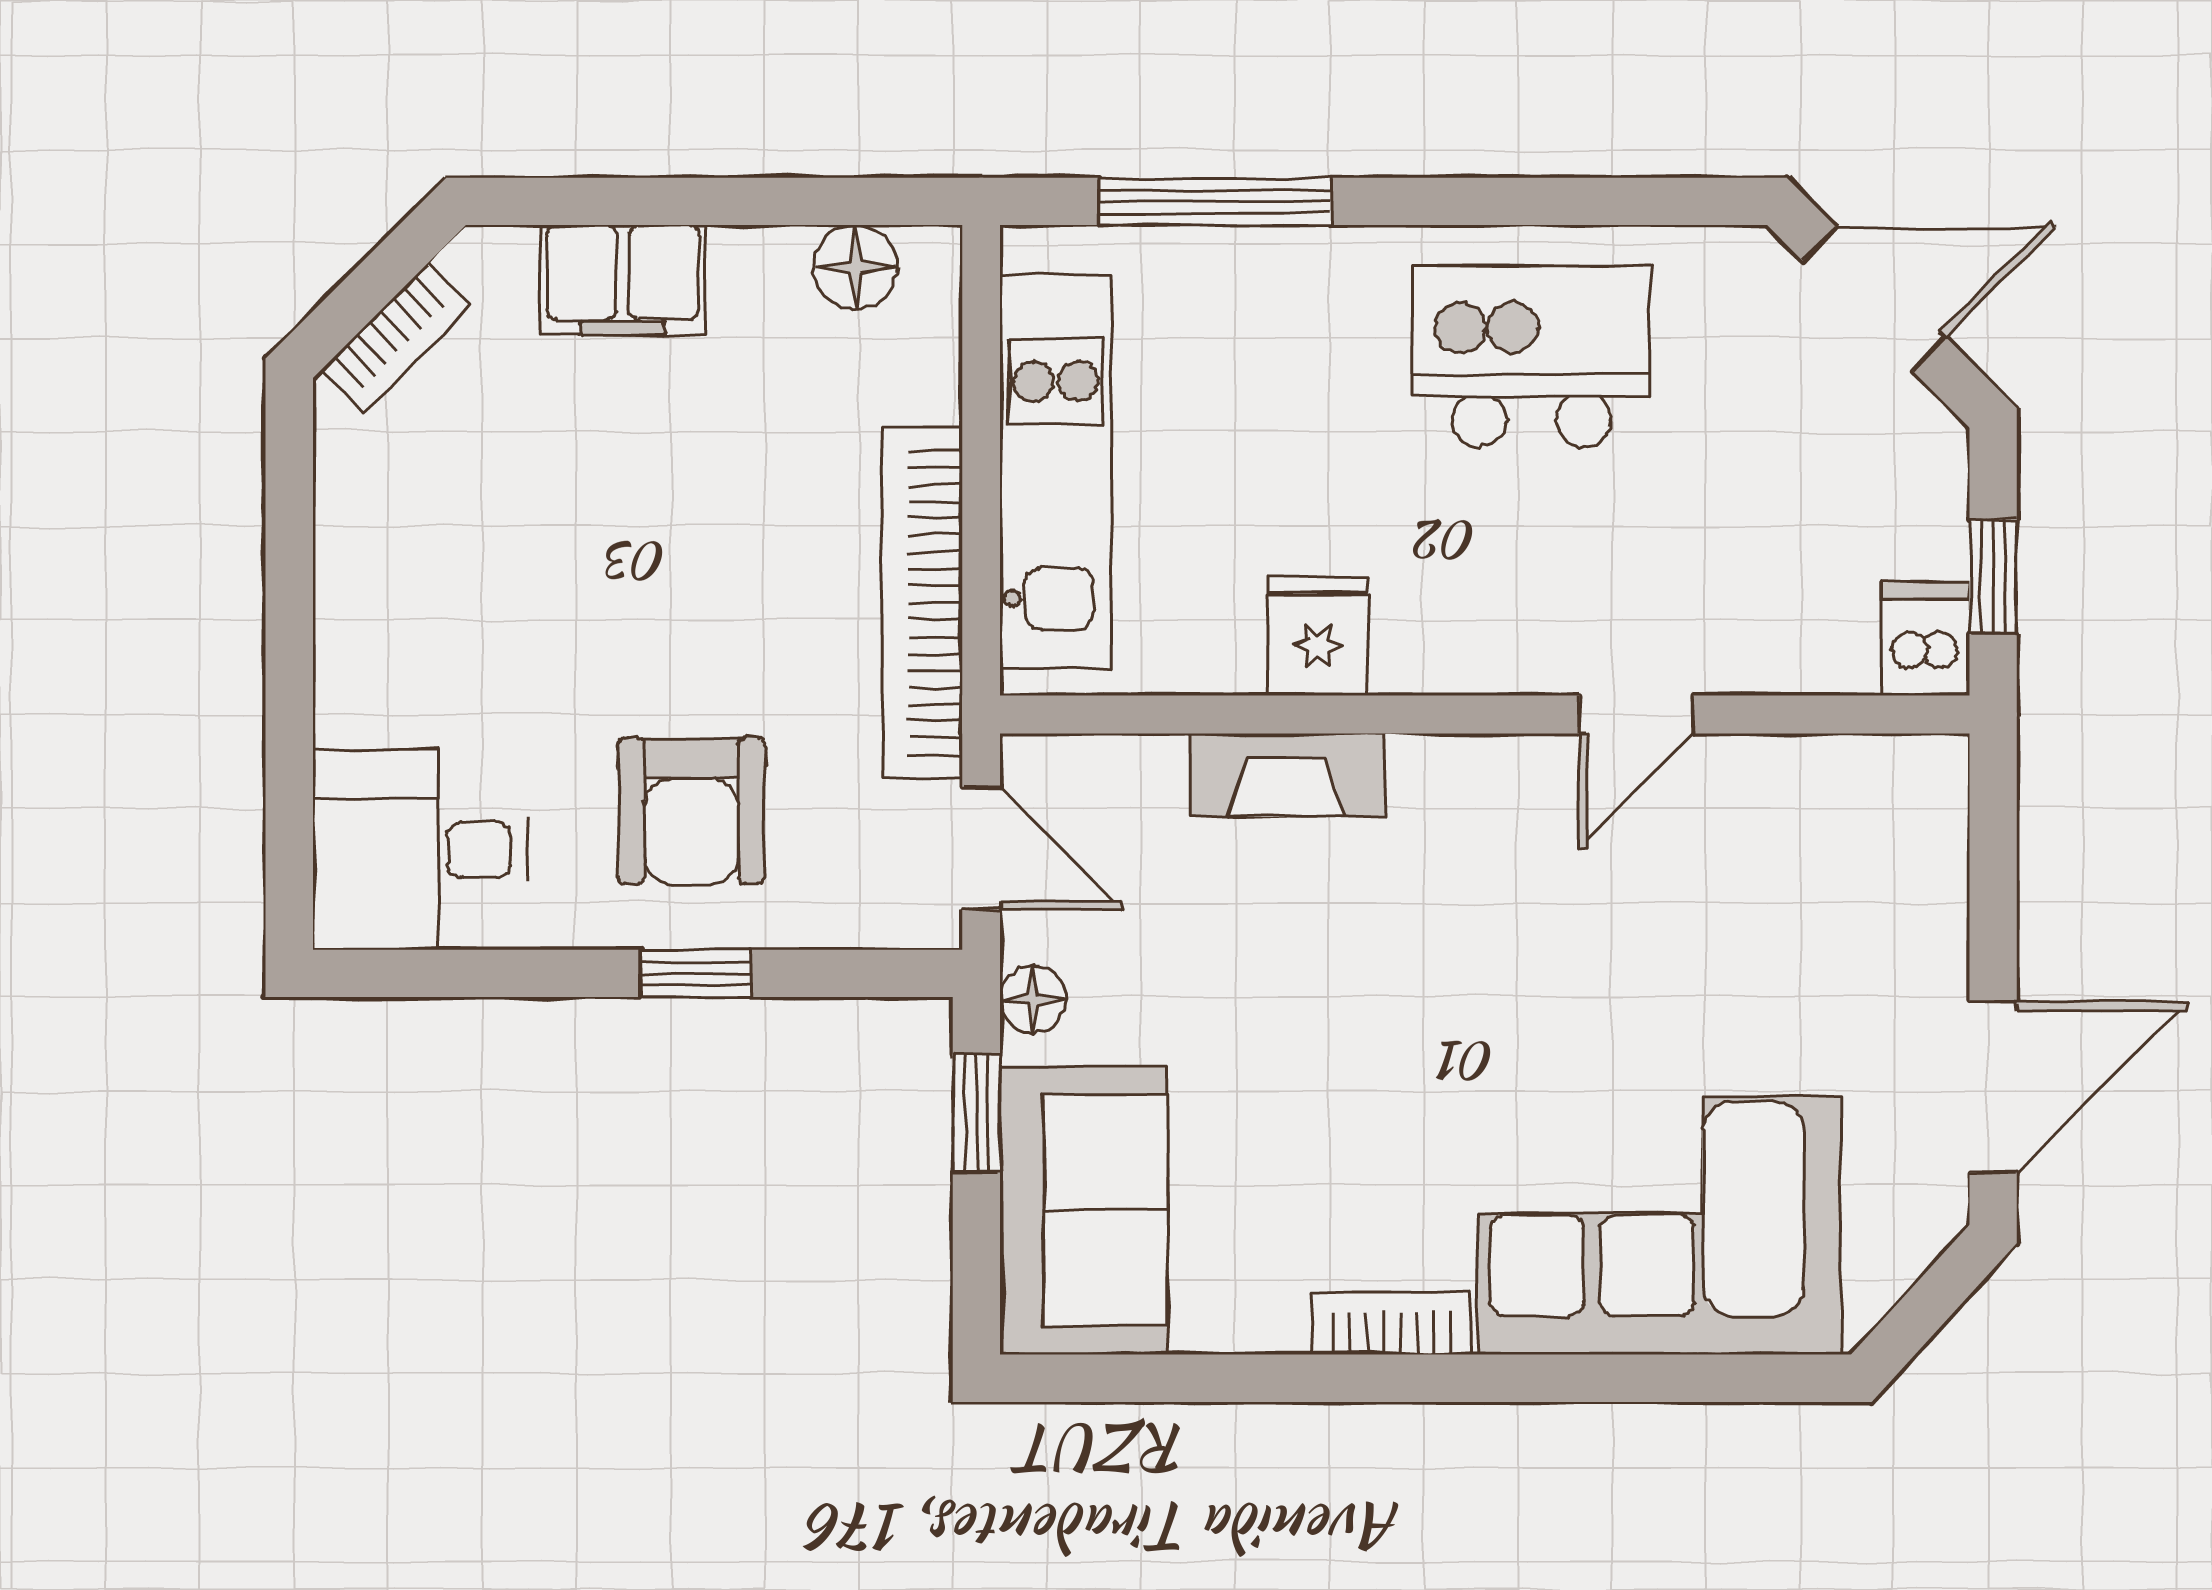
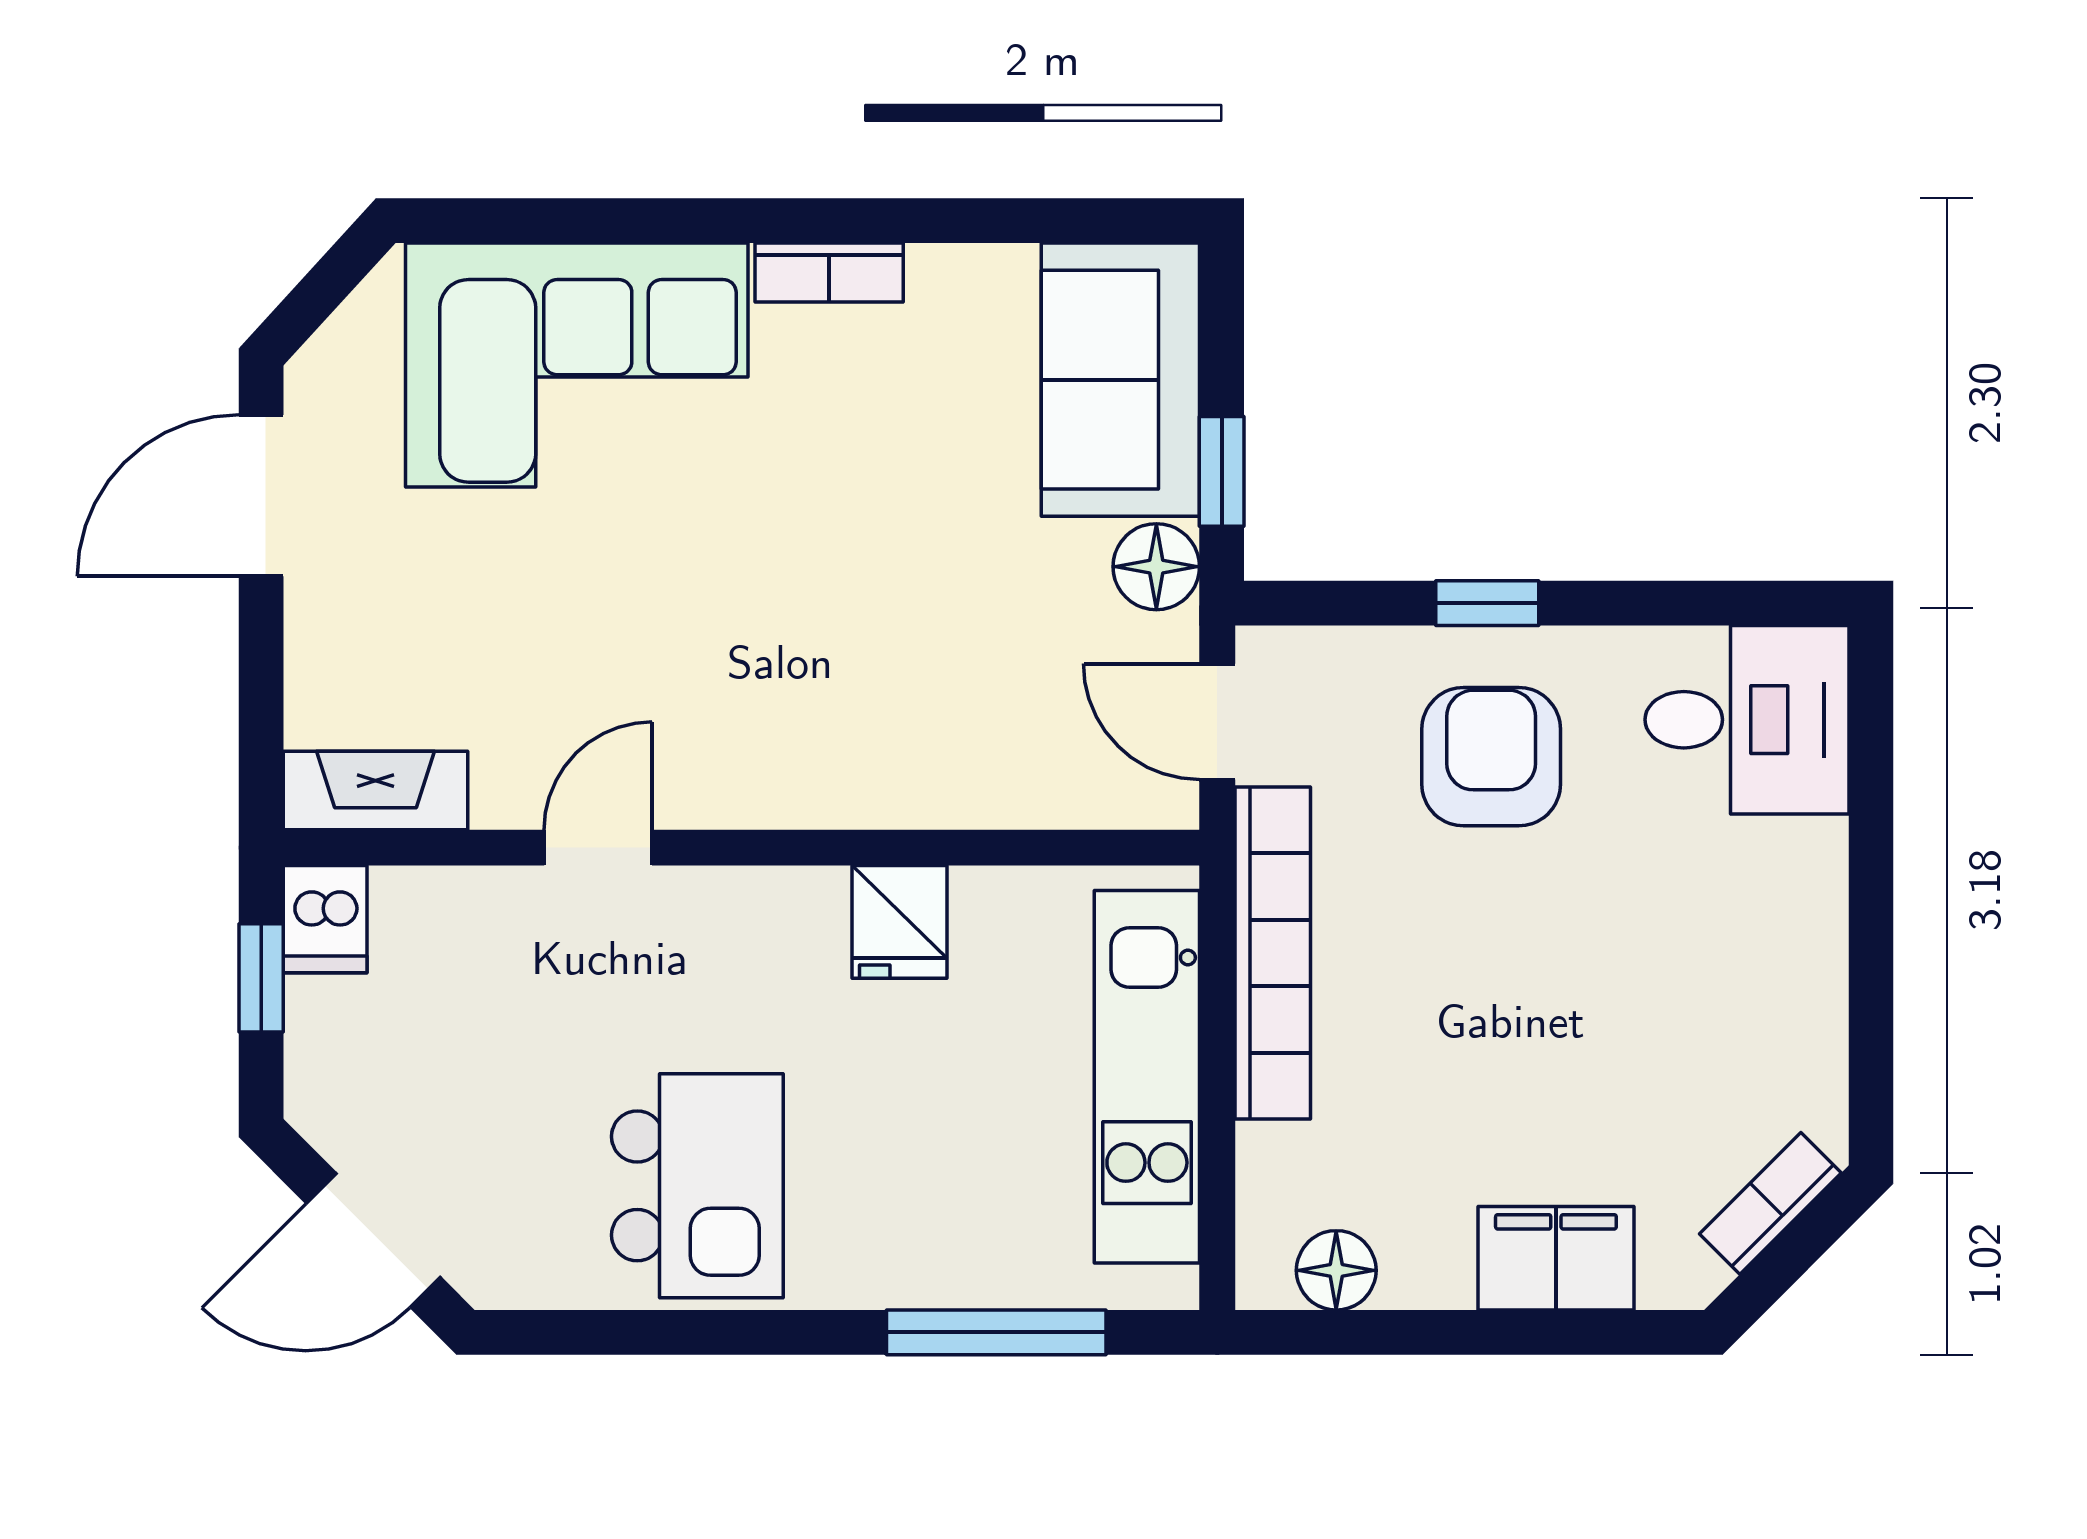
kitchen island: (1531, 357) -> (697, 1186), turned -90
fireplace: (1287, 775) -> (375, 791), moved
floor lamp: (1033, 1000) -> (1156, 567), width x1.37, depth x1.37

